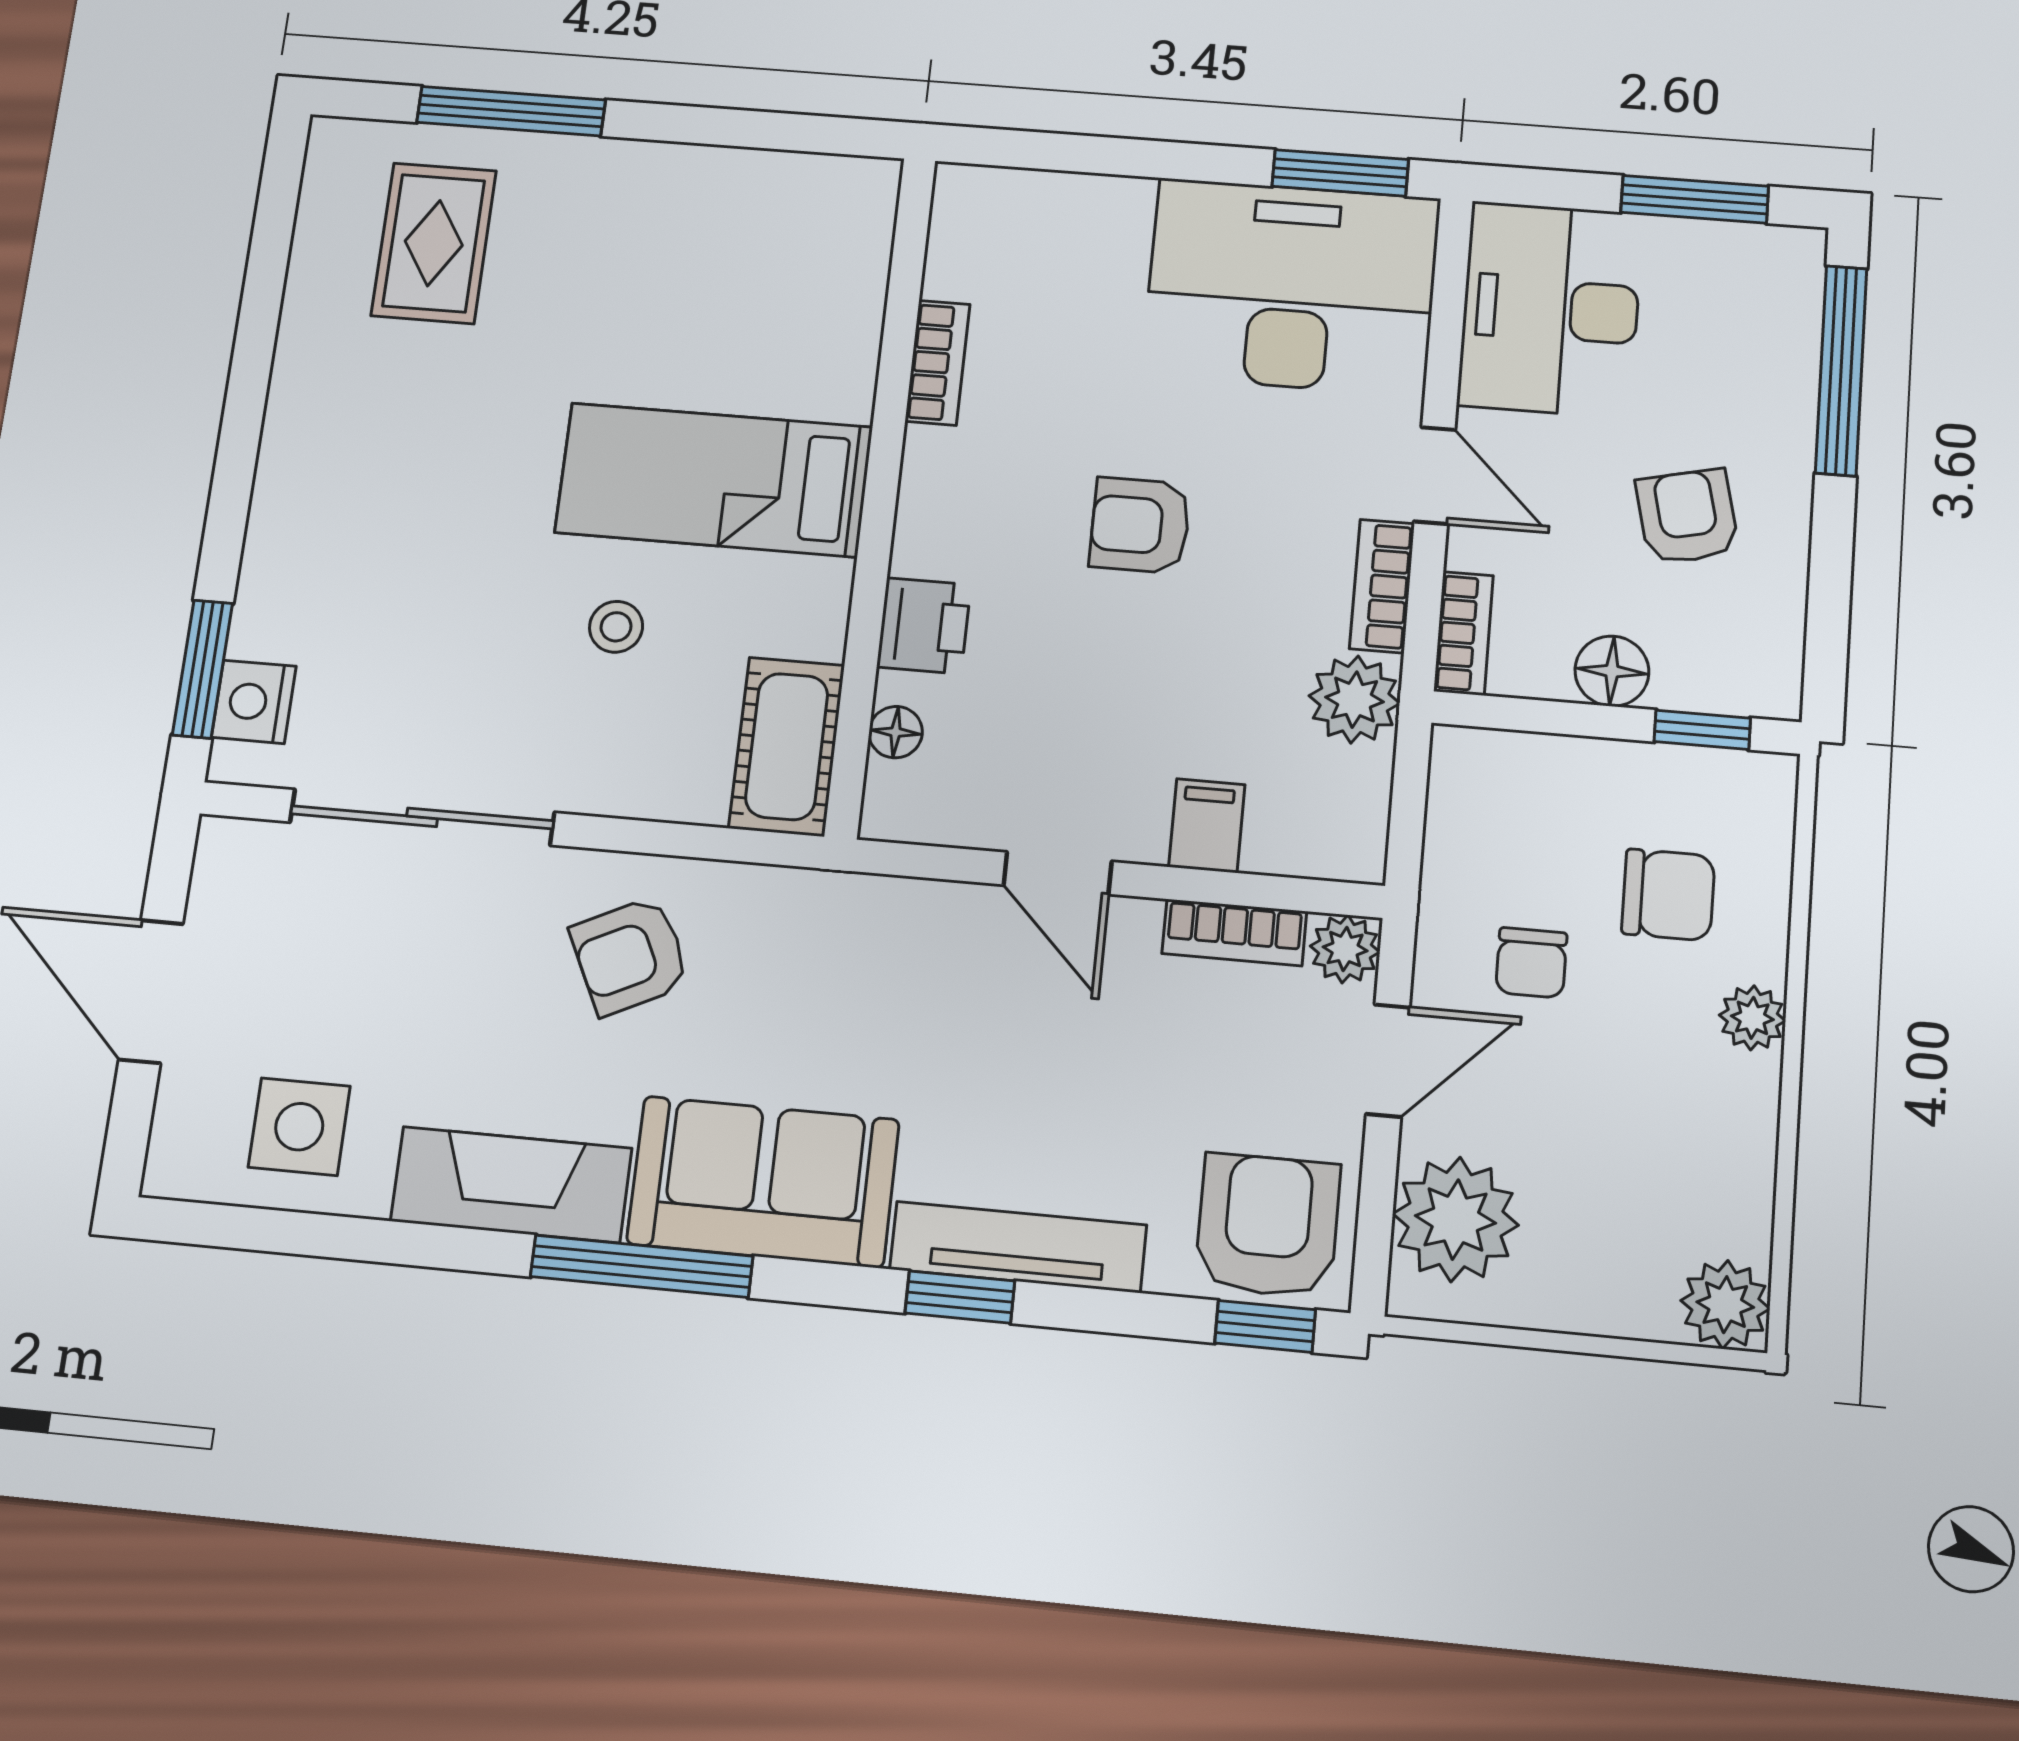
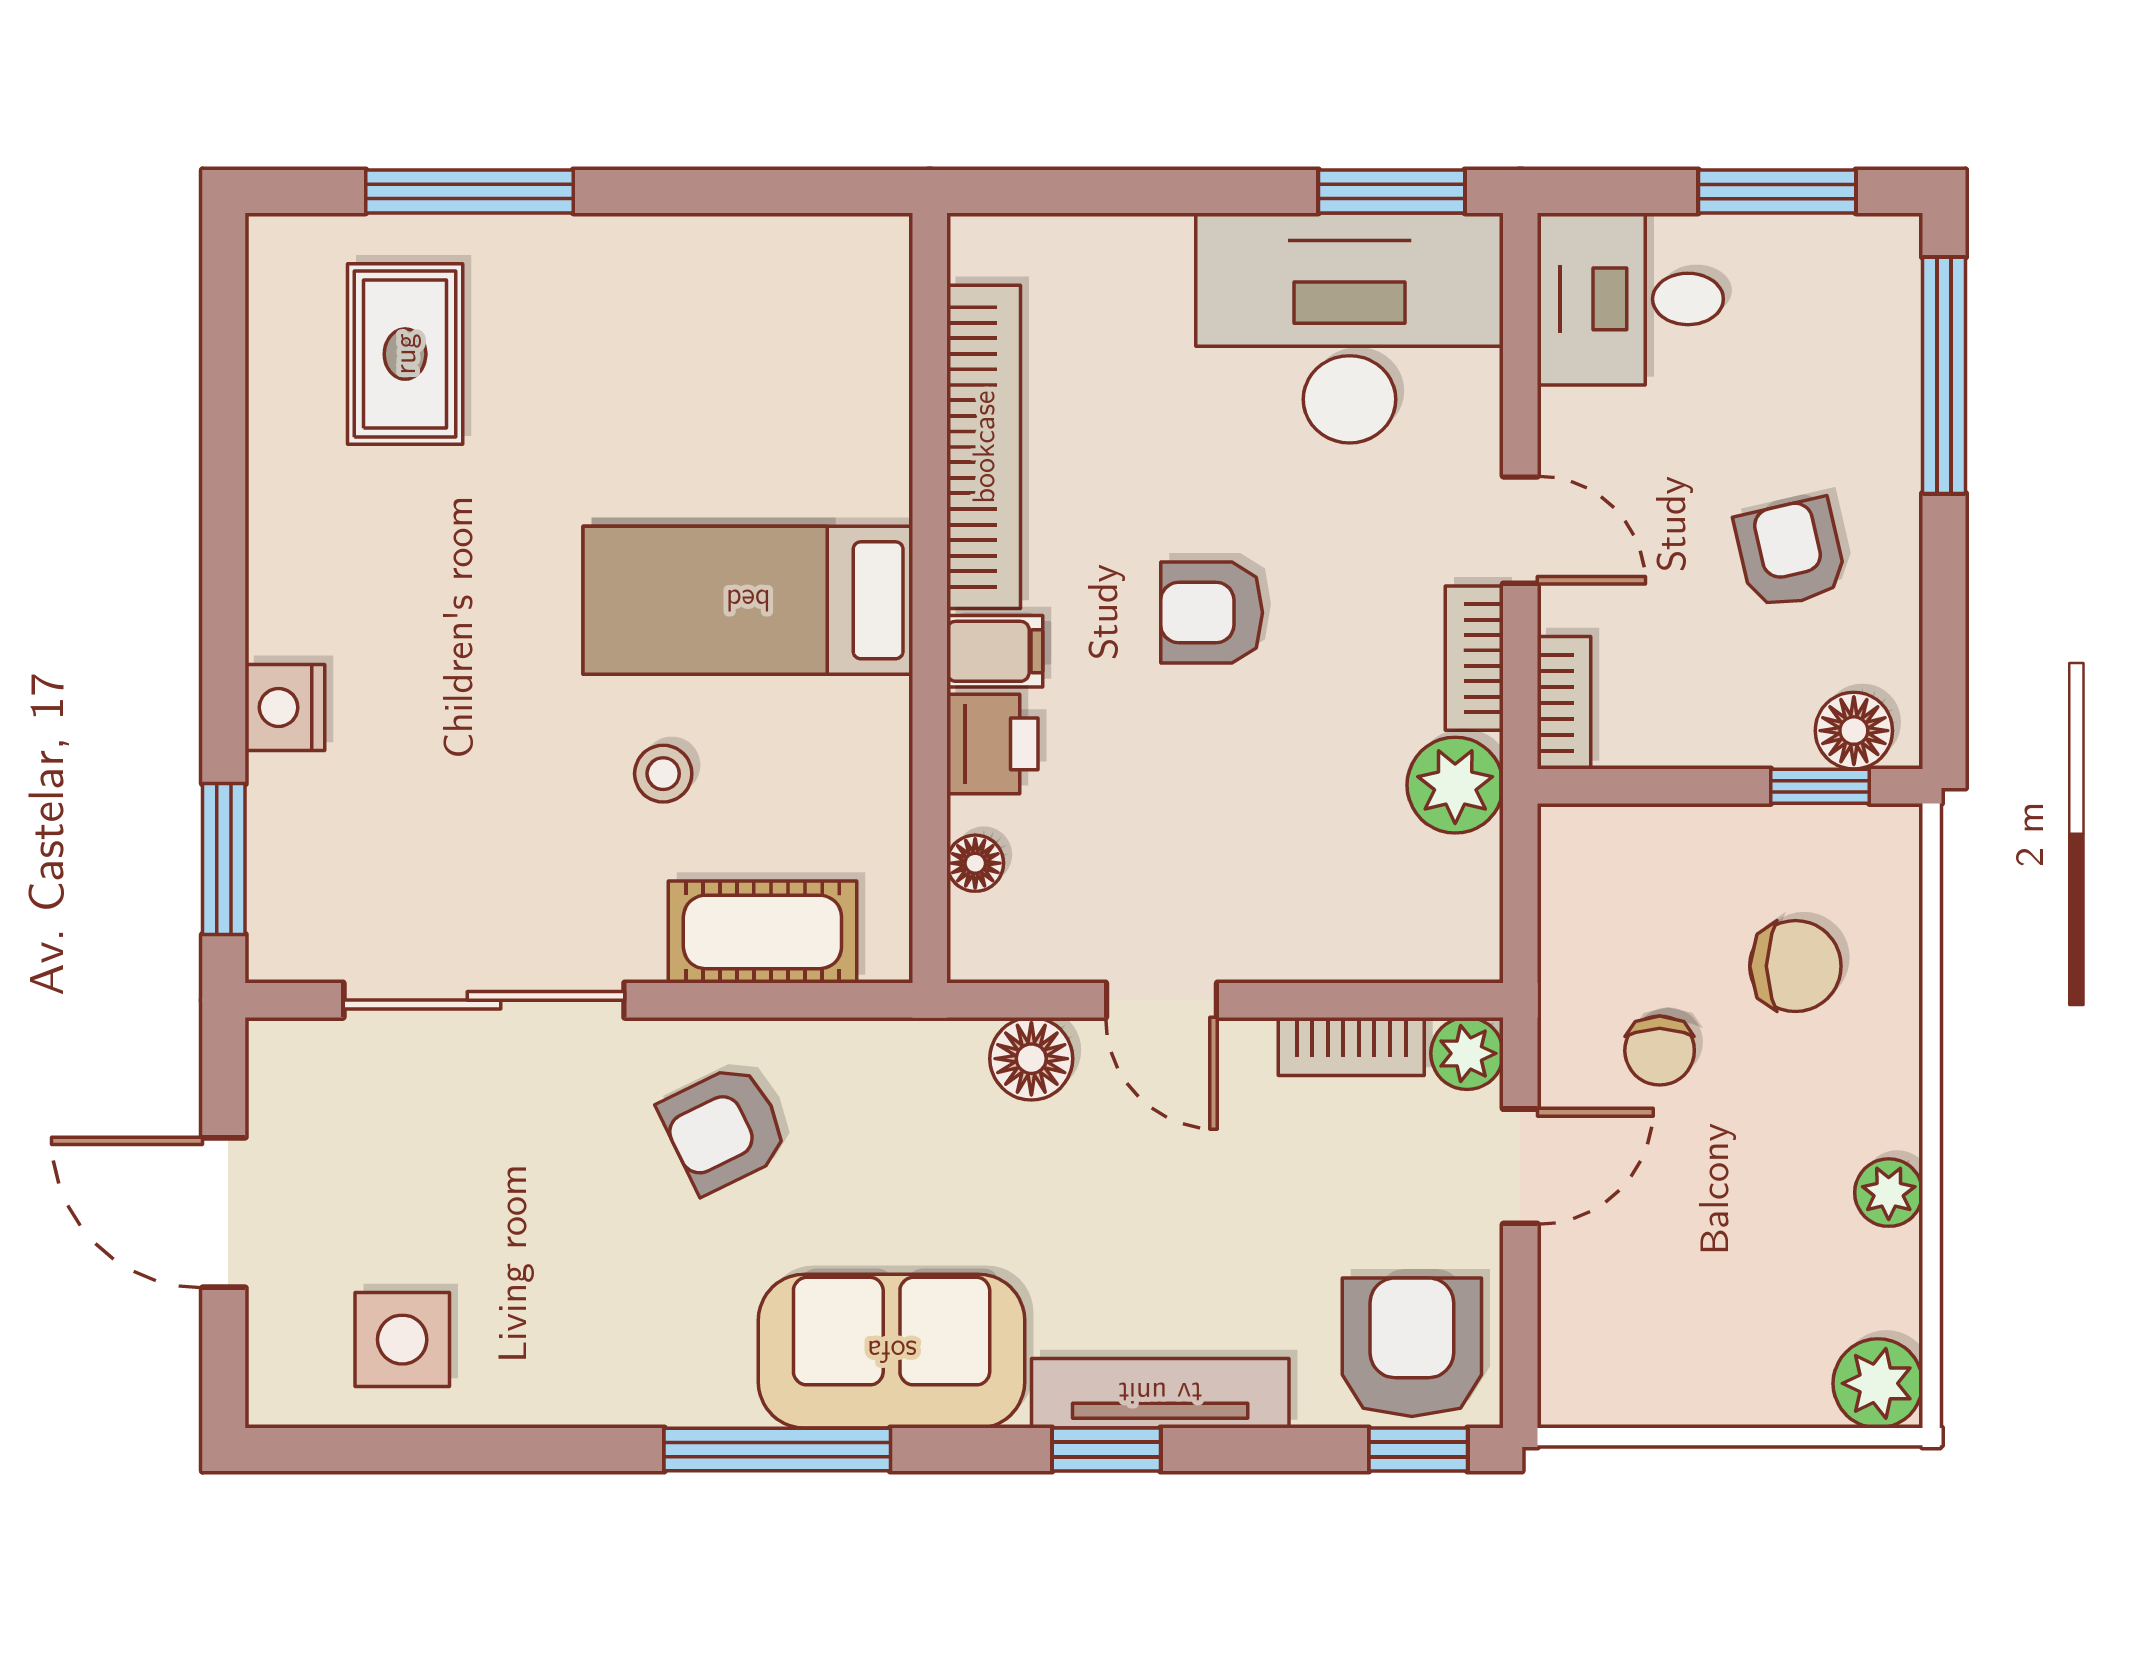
desk: (1550, 309) -> (1630, 299), width x0.73
bookcase: (937, 363) -> (984, 447), width x2.31, depth x1.31
floor lamp: (1612, 671) -> (1854, 731), moved
nightstand: (254, 702) -> (285, 707), moved
cot: (787, 746) -> (762, 932), moved, turned 90
filing cabinet: (1207, 826) -> (995, 651), moved, turned 90
floor lamp: (928, 917) -> (1031, 1059), added
plant: (1752, 1018) -> (1889, 1193), moved
fireplace: (511, 1185) -> (632, 1379), removed
plant: (1455, 1219) -> (1602, 1323), removed

